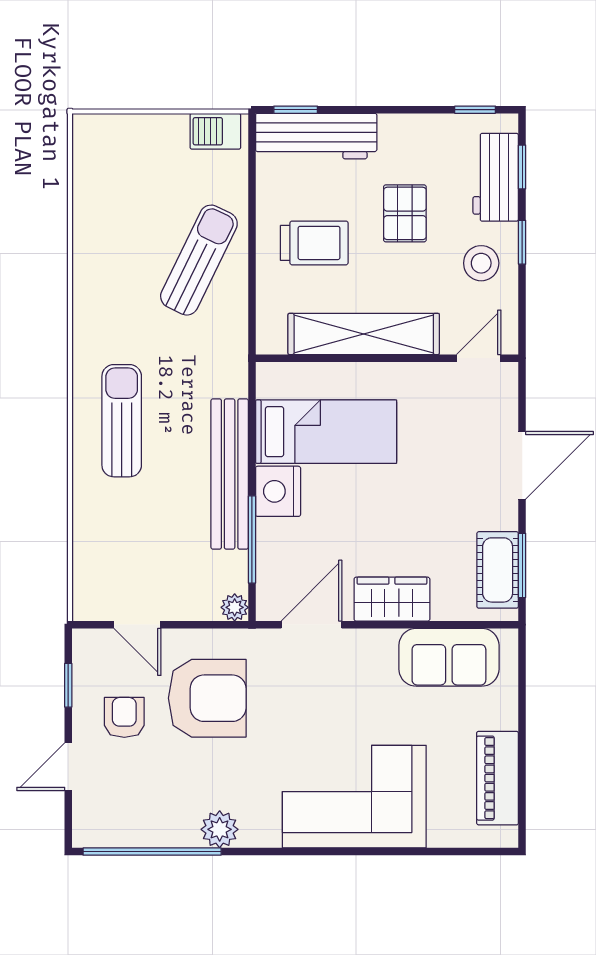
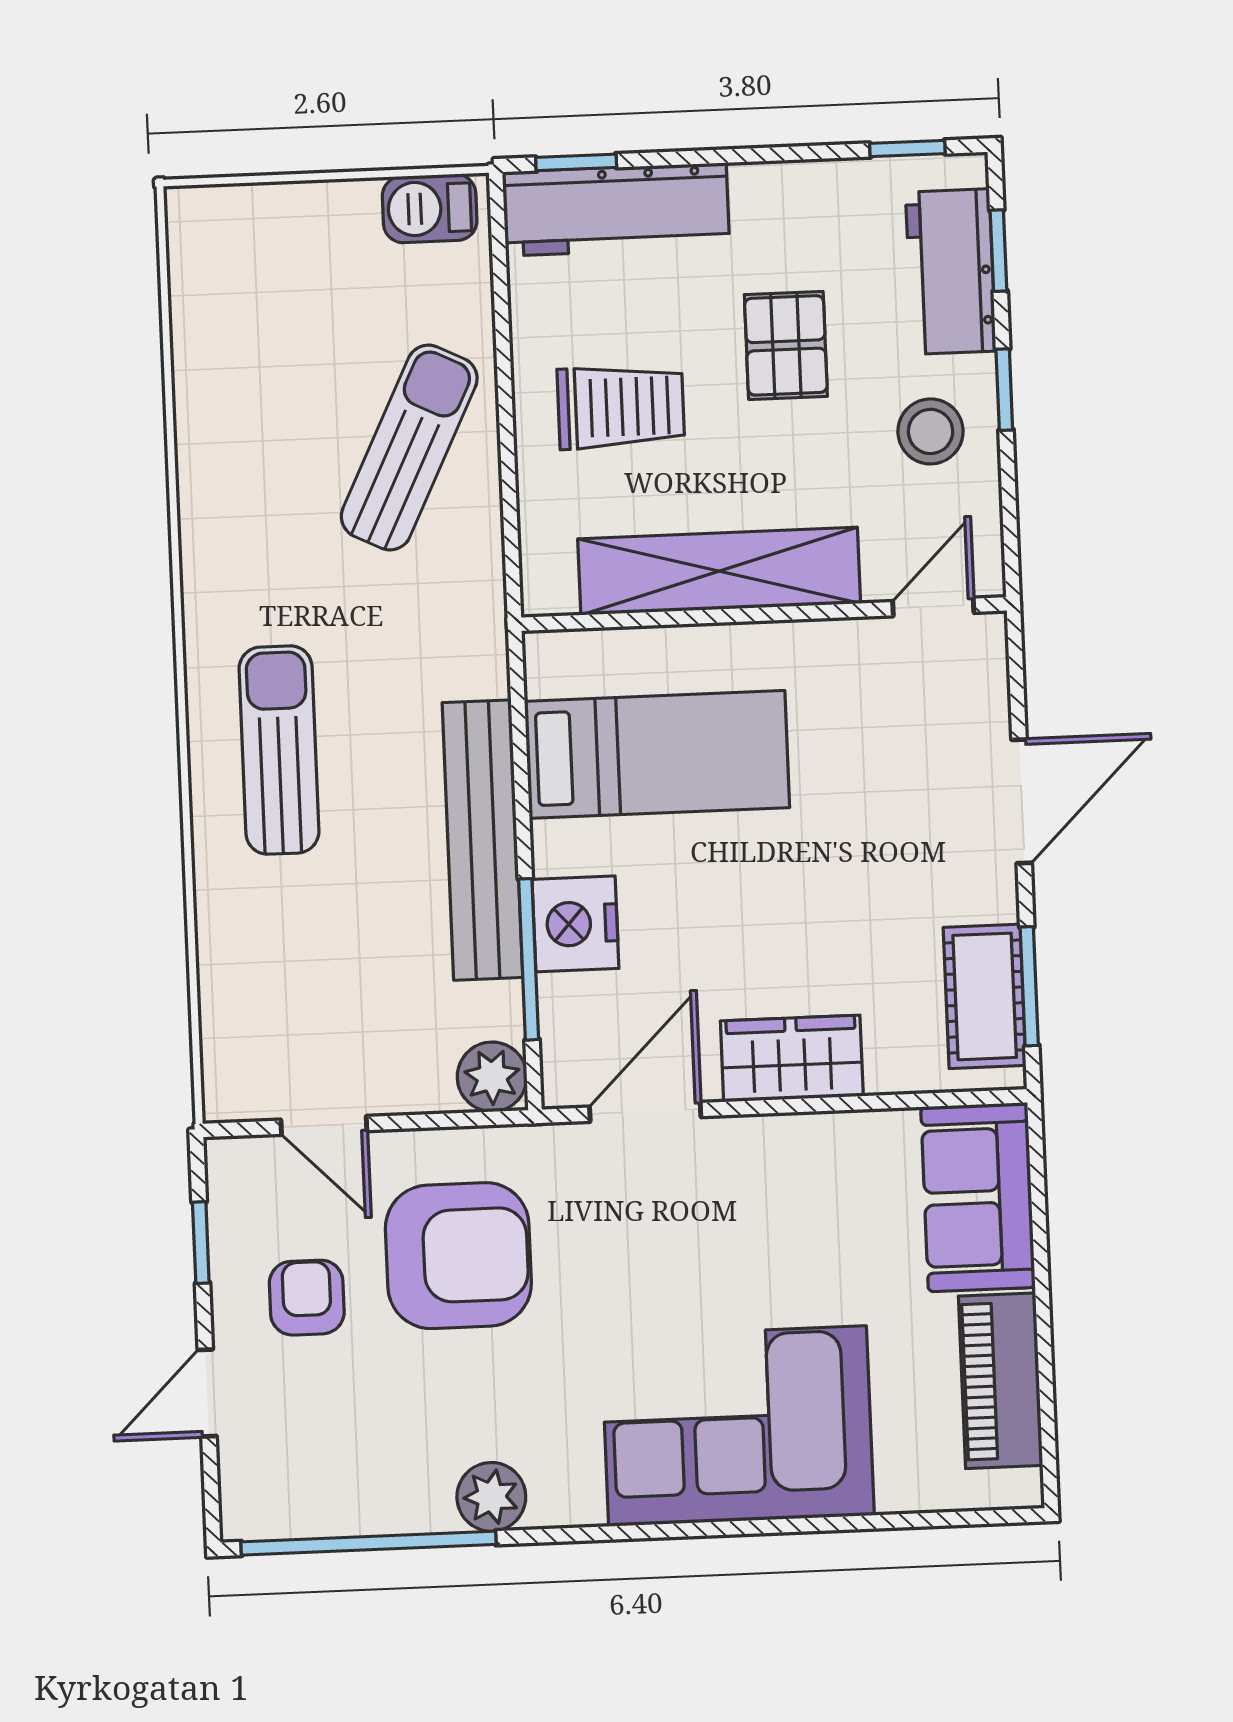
nightstand: (278, 491) -> (575, 924), moved
plant: (235, 607) -> (492, 1077), width x1.38, depth x1.38
sofa: (449, 657) -> (978, 1197), moved, turned 90

